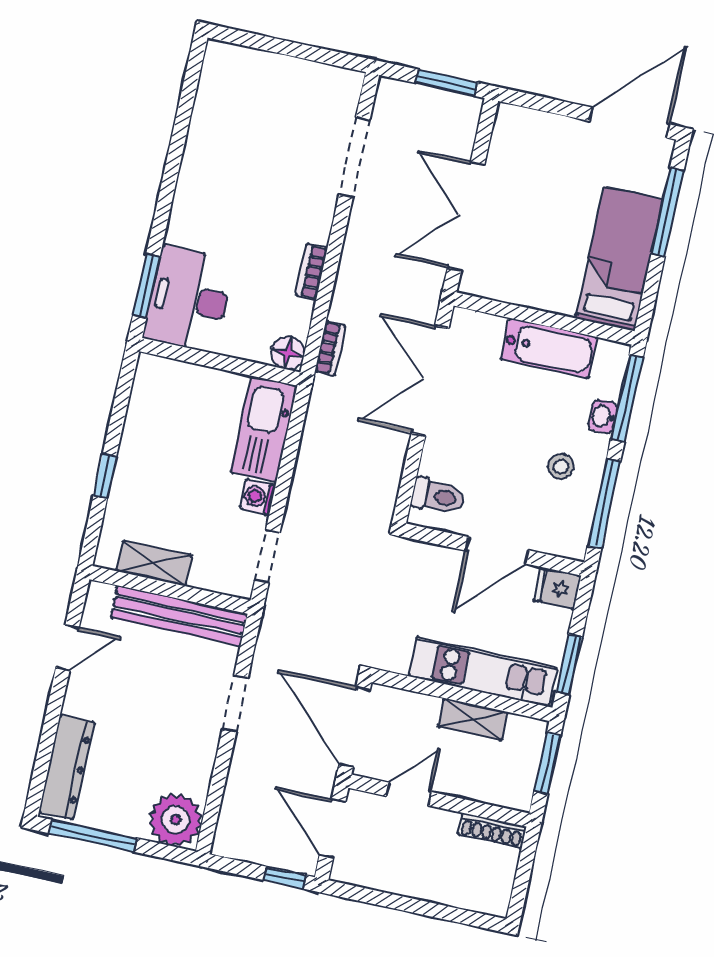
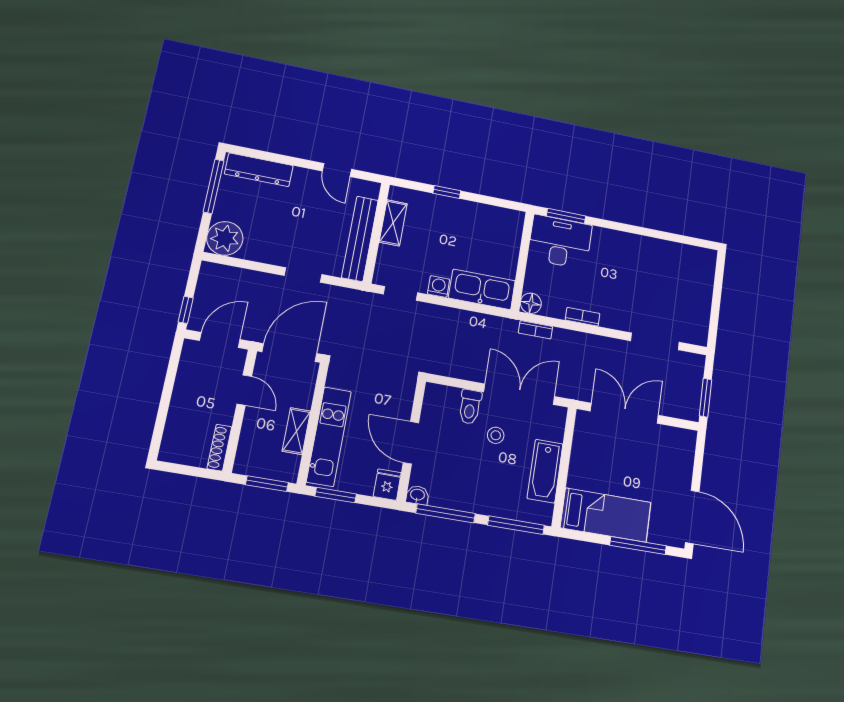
washbasin: (603, 417) -> (417, 495), moved
stool: (561, 466) -> (496, 435), moved
toilet: (438, 496) -> (470, 407), moved

